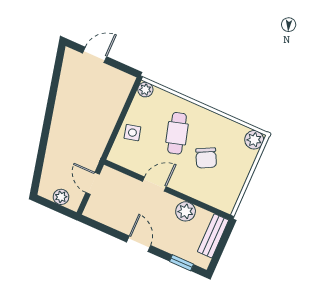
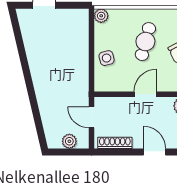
cafe table: (177, 133) -> (145, 42), turned 31
shoe rack: (104, 218) -> (115, 143), added

